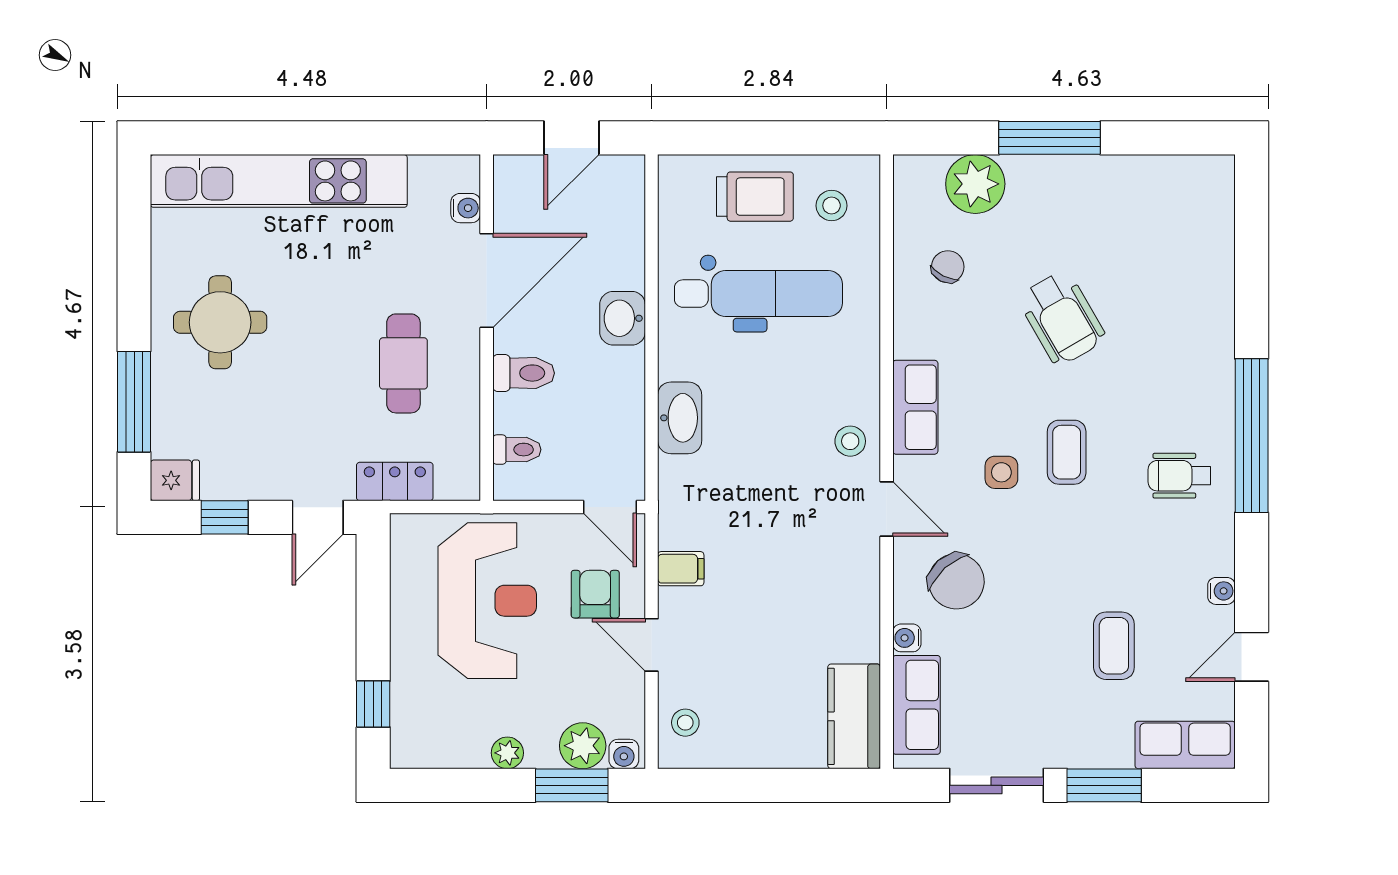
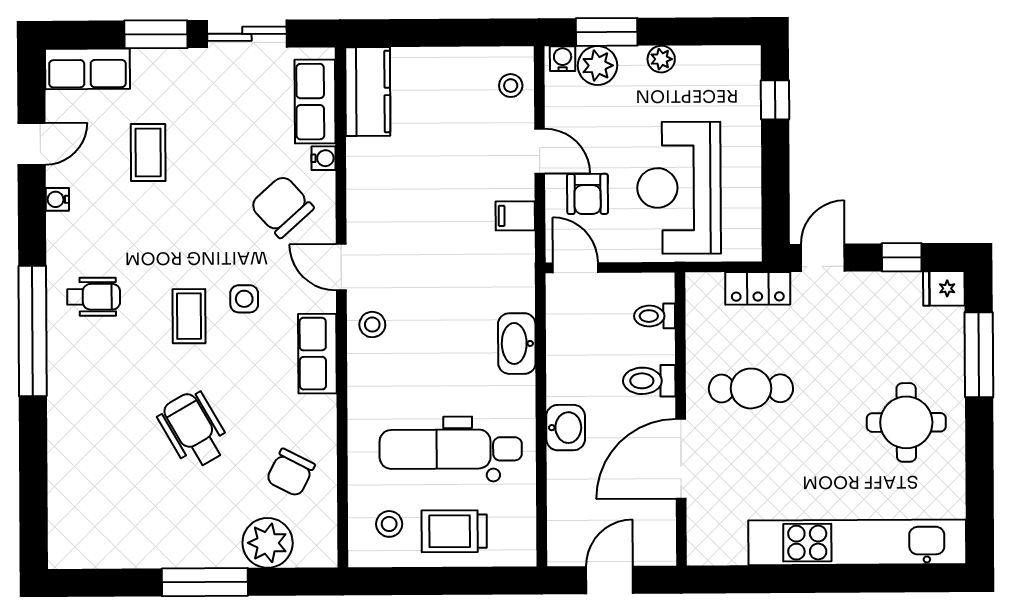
water cooler: (466, 208) -> (699, 520), removed
chair: (948, 267) -> (290, 473), width x1.37, depth x1.37
cafe table: (403, 363) -> (751, 388), turned 90

